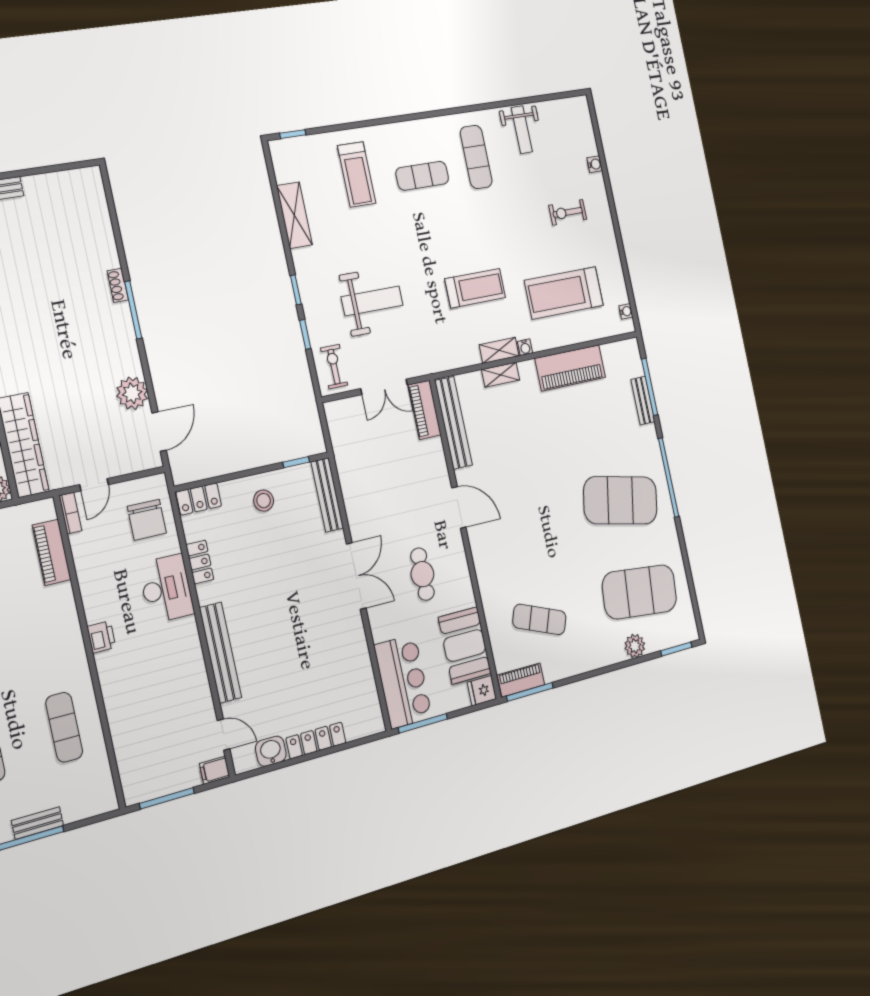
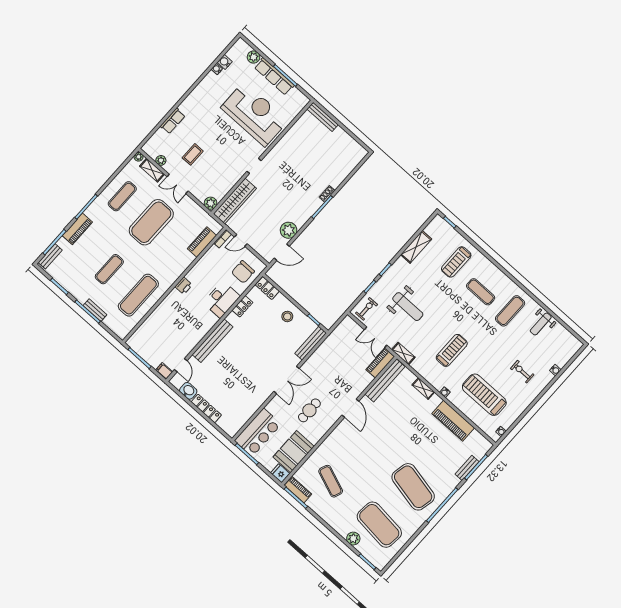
treadmill: (475, 288) -> (452, 350), turned -90
shelving: (499, 350) -> (403, 353), moved
exercise mat: (64, 727) -> (138, 295), width x1.36, depth x1.45

